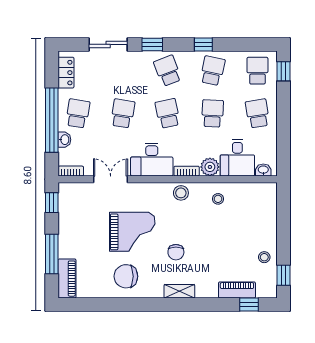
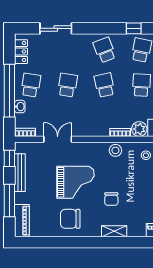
window: (152, 44) -> (92, 28), removed
desk: (152, 160) -> (91, 123), removed
bench: (65, 220) -> (20, 173), added

